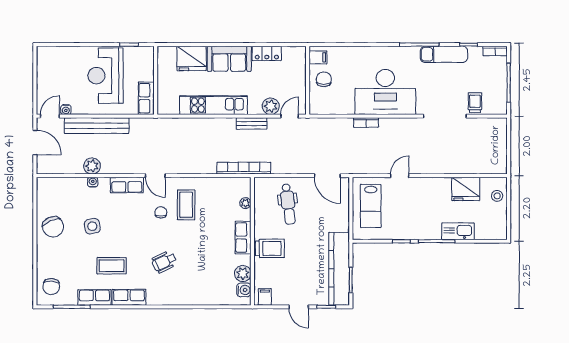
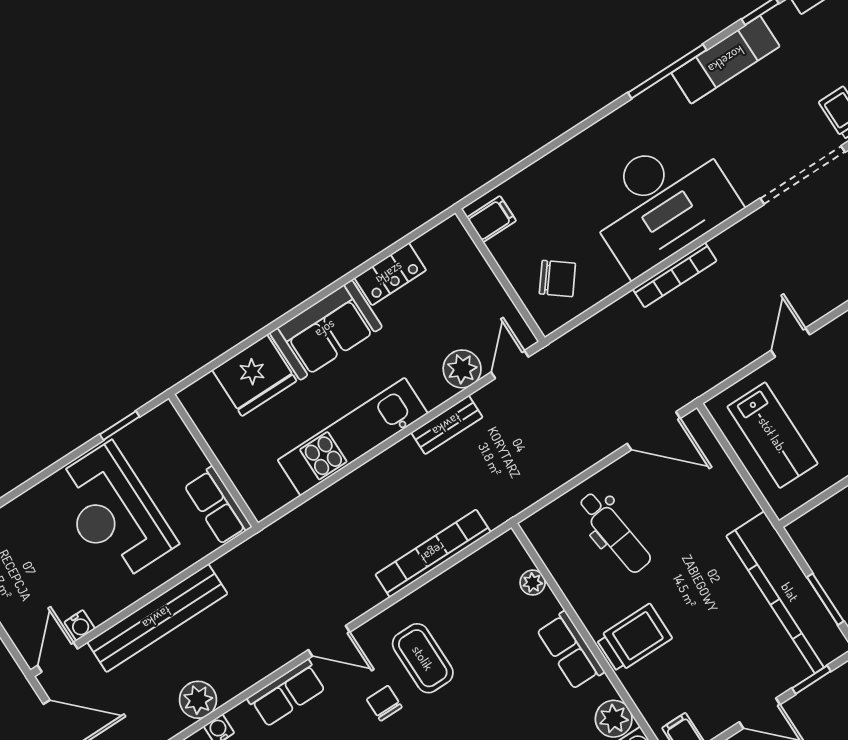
chair: (324, 79) -> (557, 279), moved, turned 128
bookcase: (366, 123) -> (675, 275), width x1.56
bookcase: (244, 168) -> (433, 553), moved

